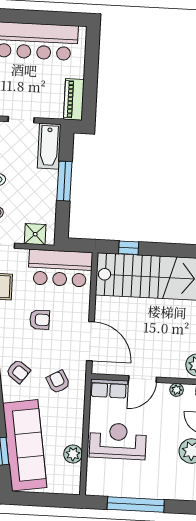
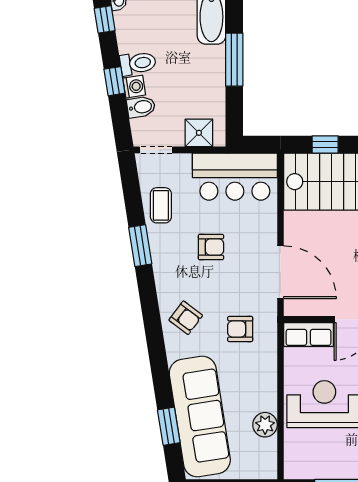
armchair: (58, 382) -> (240, 329), turned -61

